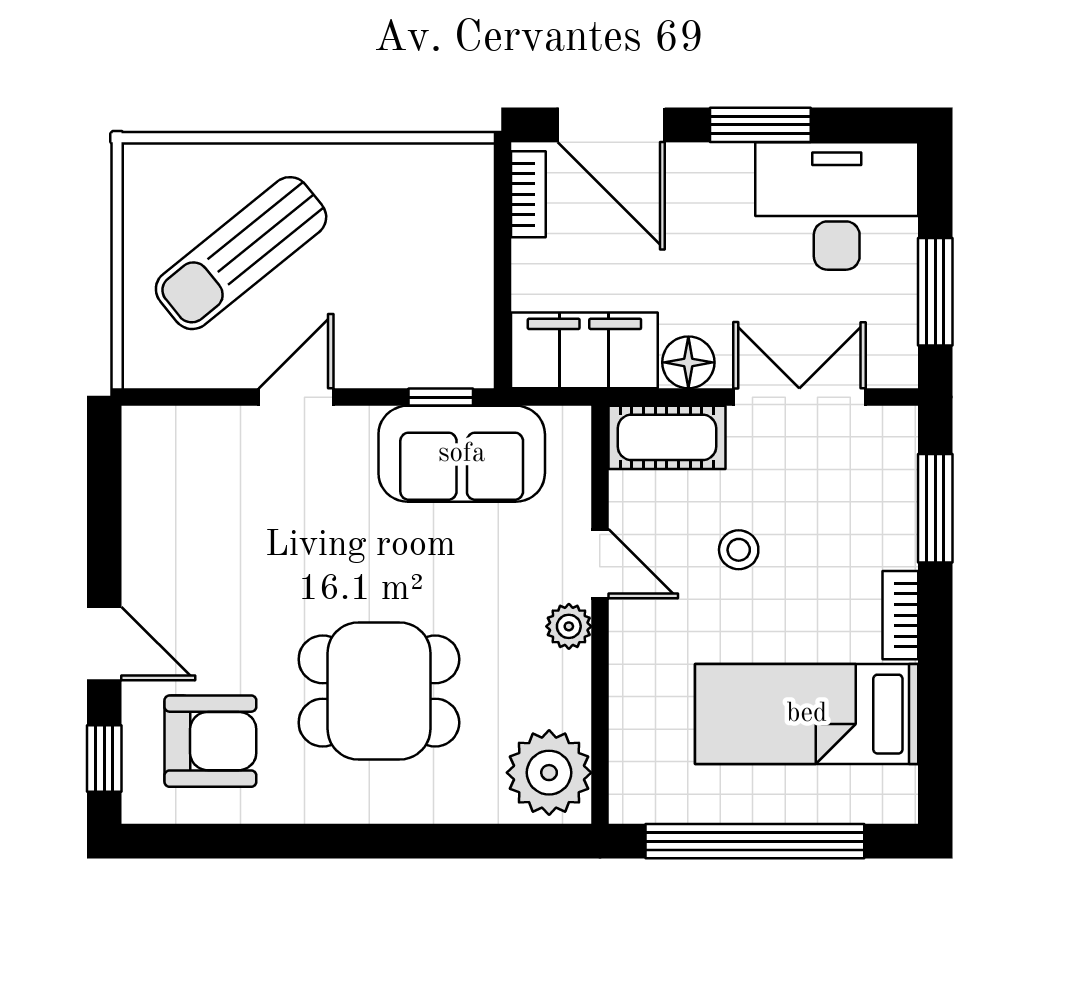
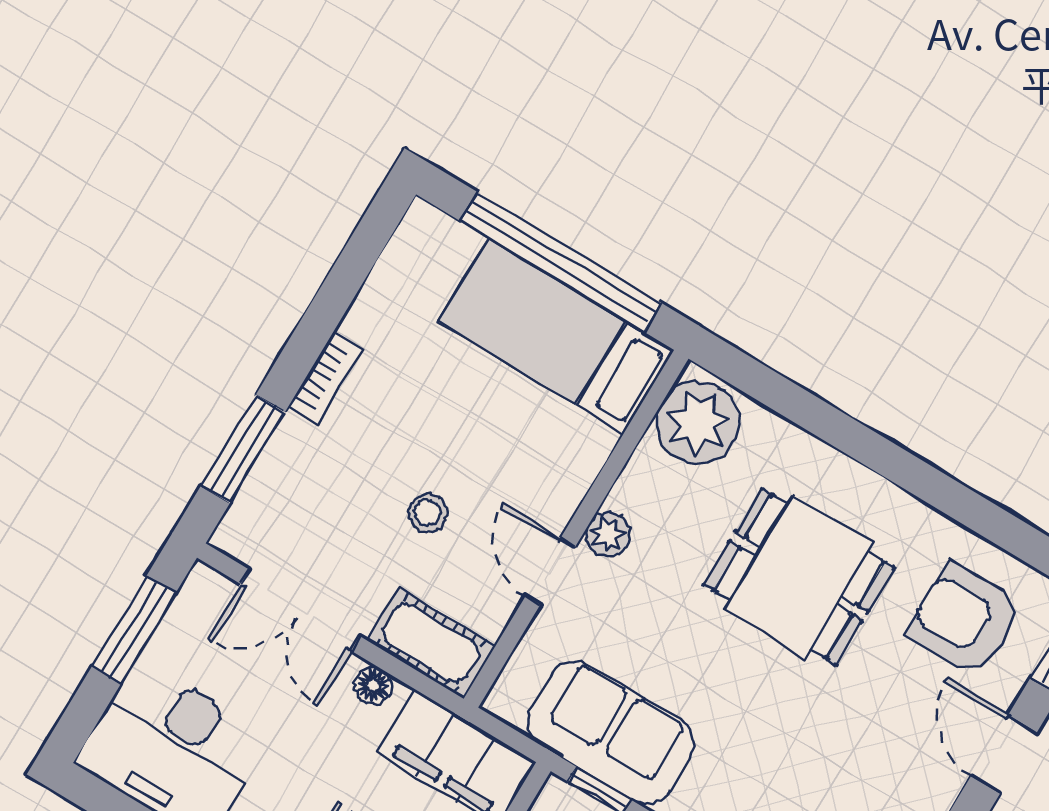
floor lamp: (688, 362) -> (373, 685), width x0.73, depth x0.73
bed: (807, 714) -> (556, 336), moved, turned 180

